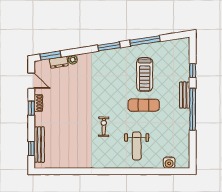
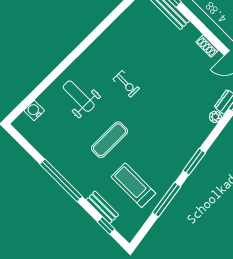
window: (193, 71) -> (106, 225), moved
treadmill: (145, 75) -> (133, 185), moved
bench: (185, 95) -> (102, 207), moved
window: (31, 108) -> (209, 35), removed

